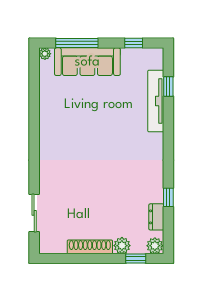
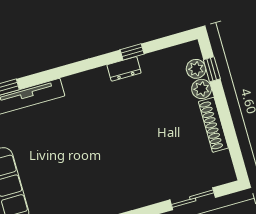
dresser: (156, 217) -> (124, 69), moved
plant: (155, 246) -> (196, 69), moved

